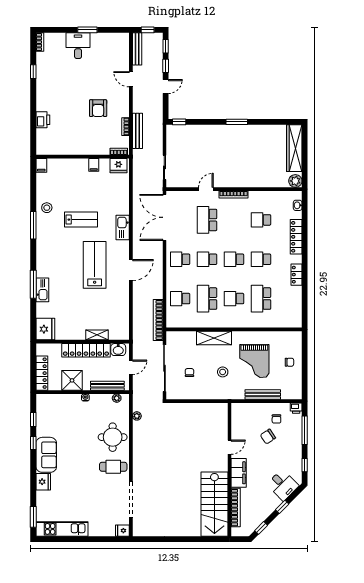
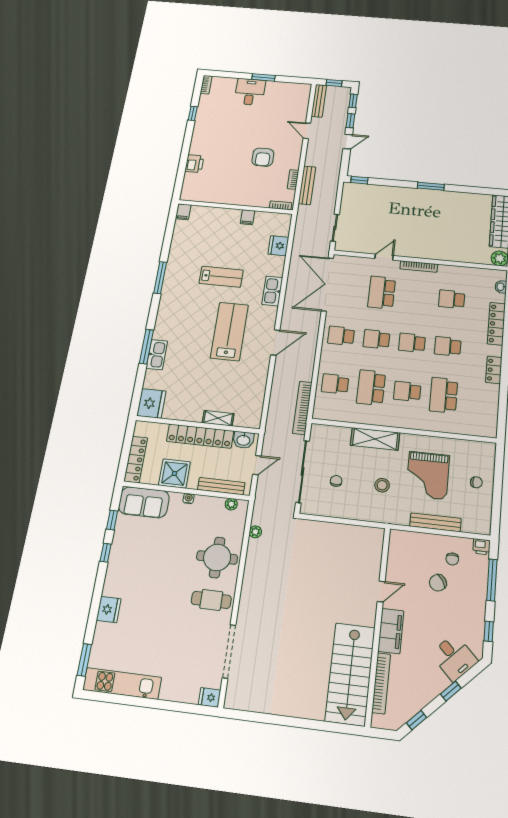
fridge: (118, 166) -> (278, 246), moved, turned 90
stool: (47, 208) -> (181, 259), removed
sofa: (46, 455) -> (144, 502), moved, turned 90

